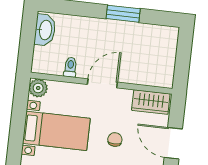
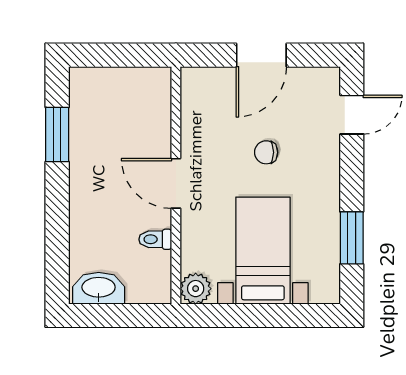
window: (123, 14) -> (57, 135), moved
wardrobe: (151, 102) -> (198, 100), removed

